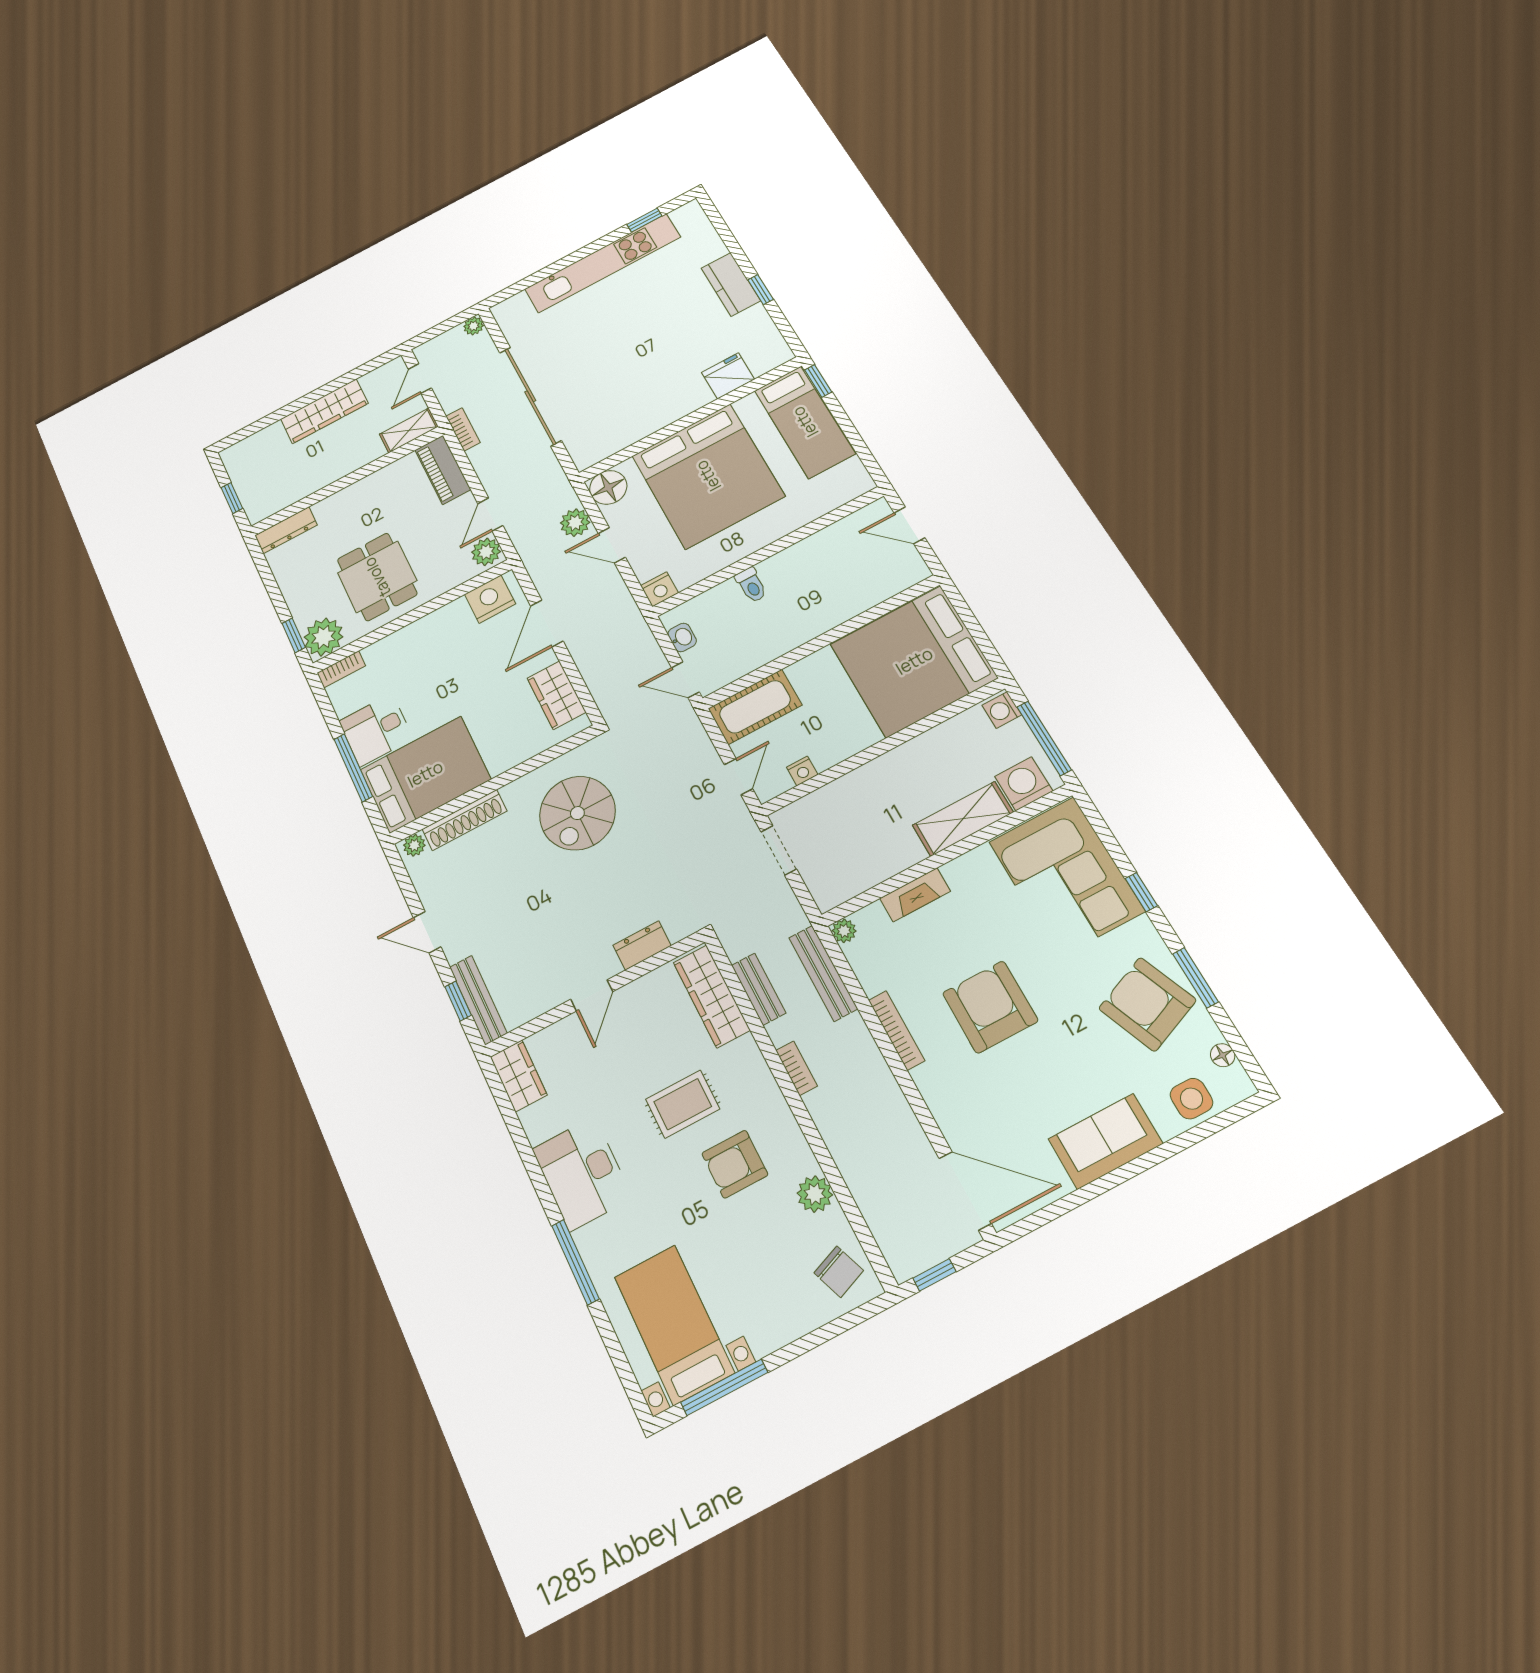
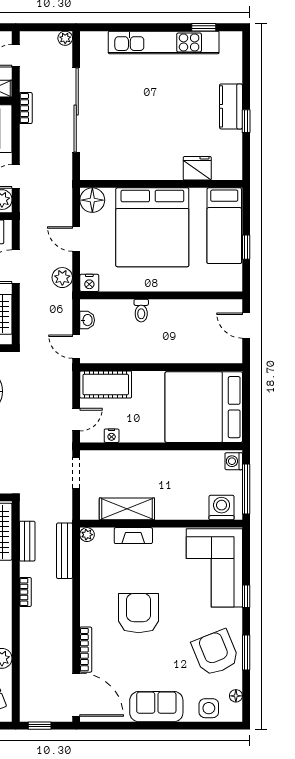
window: (818, 381) -> (246, 247), moved
plant: (575, 523) -> (62, 278), moved
shelving: (963, 819) -> (127, 509), moved
bookcase: (897, 1030) -> (86, 650), moved

